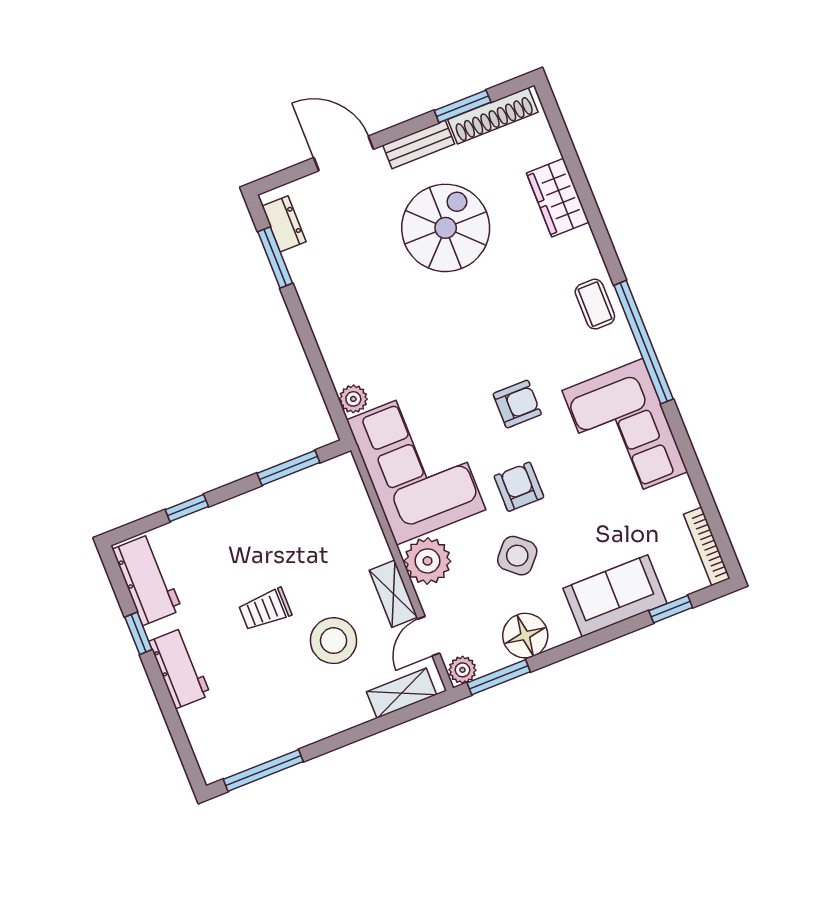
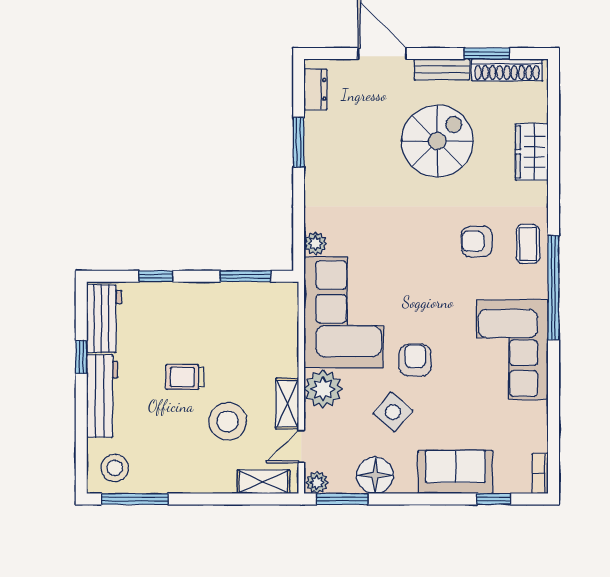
window: (275, 257) -> (299, 142), moved
armchair: (517, 404) -> (477, 241), moved, turned 180
bookcase: (707, 546) -> (540, 473), width x0.64
workbench: (180, 668) -> (102, 396), width x1.38
stool: (226, 744) -> (115, 468), added

